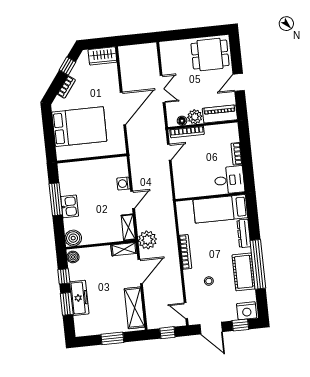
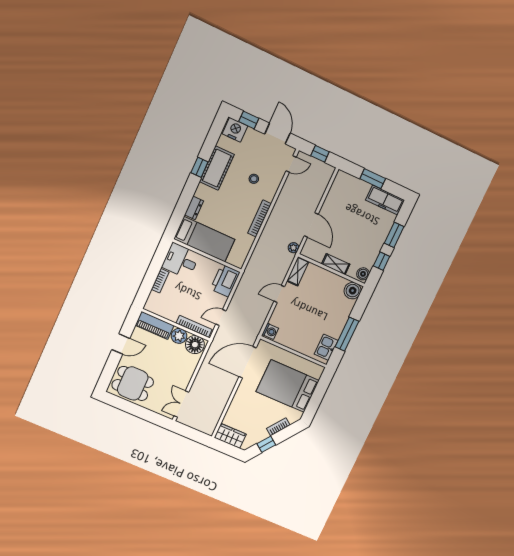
double door: (163, 89) -> (181, 404), moved
door: (123, 108) -> (248, 362), moved
floor lamp: (182, 121) -> (195, 345), width x1.89, depth x1.89
washing machine: (123, 184) -> (270, 331), moved
printer: (184, 185) -> (225, 281), added
kitchen sink: (70, 206) -> (326, 347), moved
dresser: (244, 233) -> (194, 208), width x0.70
plant: (147, 240) -> (293, 248), width x0.53, depth x0.53
shelving: (124, 249) -> (336, 264), moved
window: (258, 264) -> (199, 167), width x0.32
door: (140, 272) -> (311, 225), swing flipped
freezer: (79, 298) -> (385, 200), moved, turned -90
shelving: (134, 308) -> (336, 195), removed
door: (186, 311) -> (291, 164), hinge flipped

